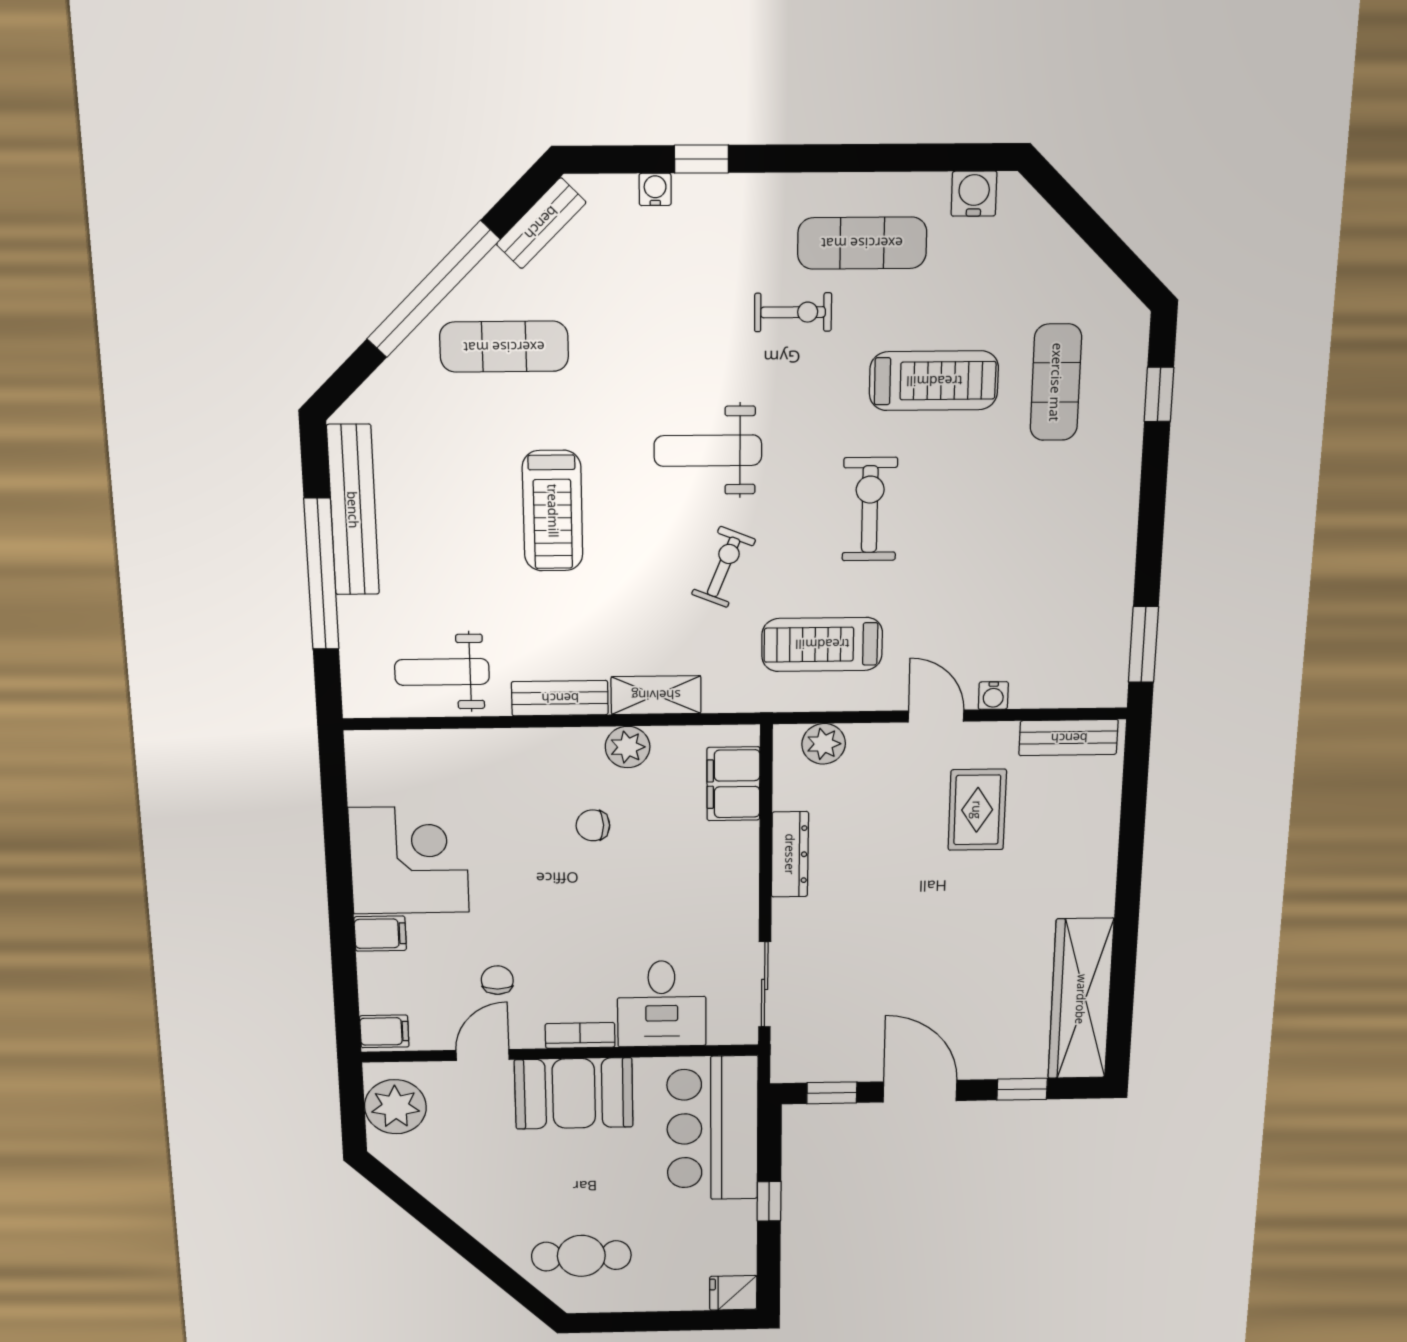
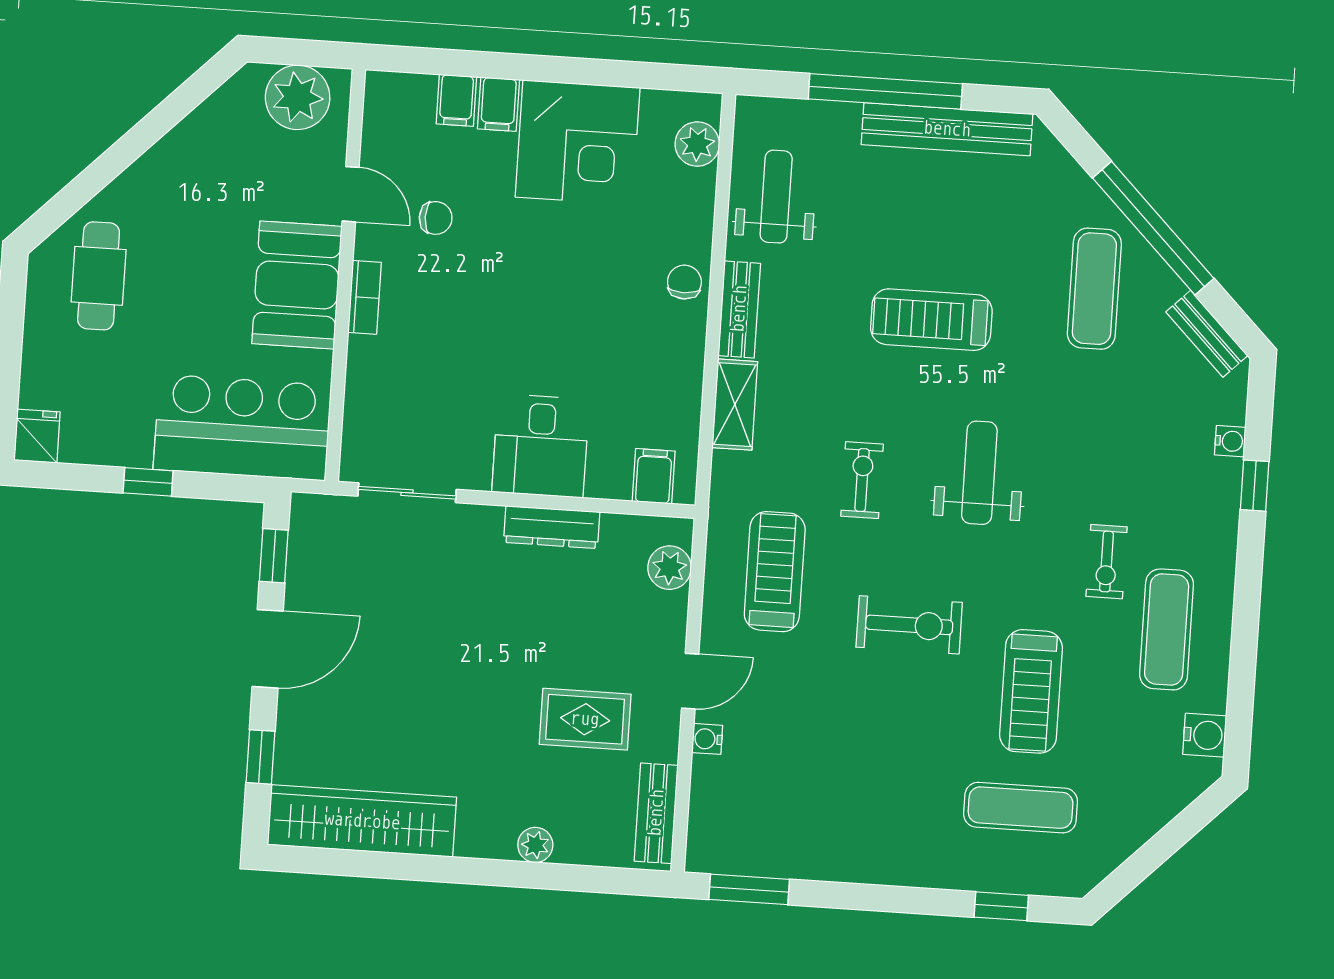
exercise bike: (724, 567) -> (862, 480), turned -112
plant: (628, 747) -> (697, 144), moved
filing cabinet: (733, 784) -> (654, 476), width x0.50
chair: (593, 825) -> (684, 282), moved
plant: (1102, 845) -> (535, 845), added
desk: (662, 1004) -> (541, 446), moved, turned -90
filing cabinet: (384, 1031) -> (456, 100), moved

